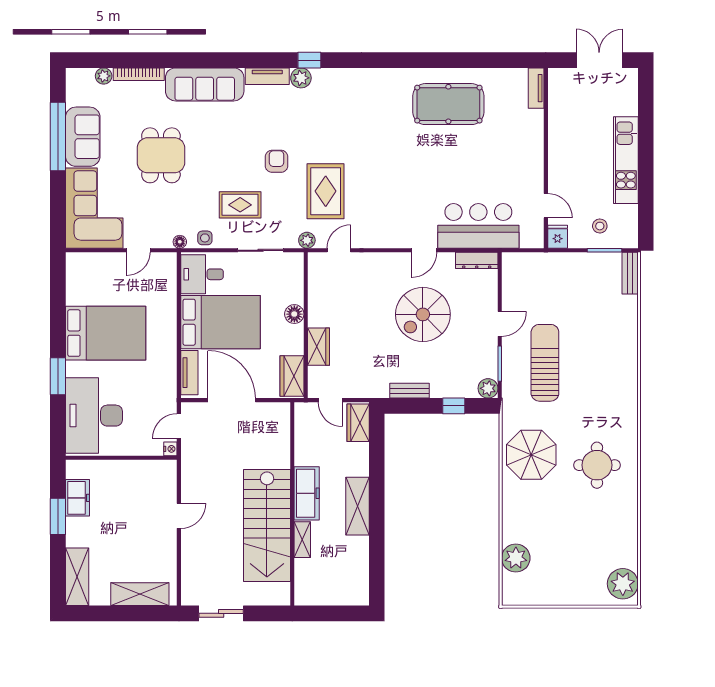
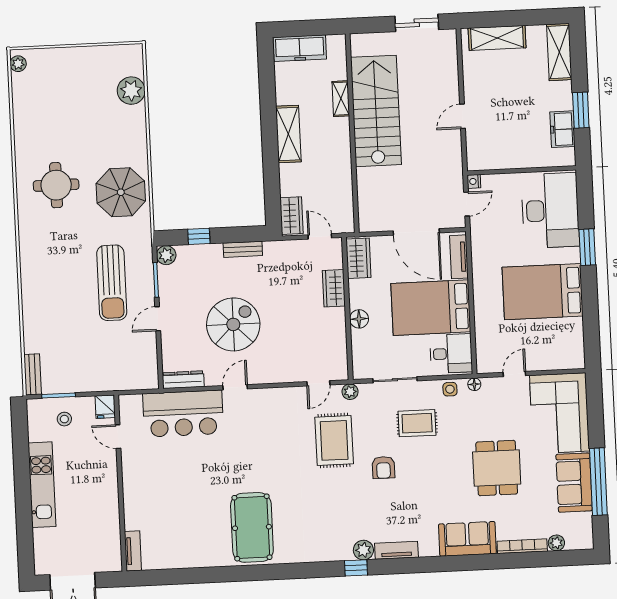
sofa: (205, 84) -> (467, 539), width x0.73
pool table: (448, 104) -> (252, 527), moved, turned 90
freezer: (307, 493) -> (300, 48), moved, turned -90
plant: (623, 584) -> (18, 64), width x0.53, depth x0.53

